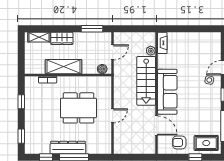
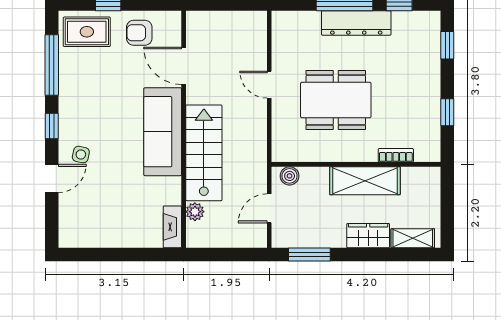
door: (113, 116) -> (269, 85), hinge flipped
armchair: (179, 142) -> (139, 33), turned 180

